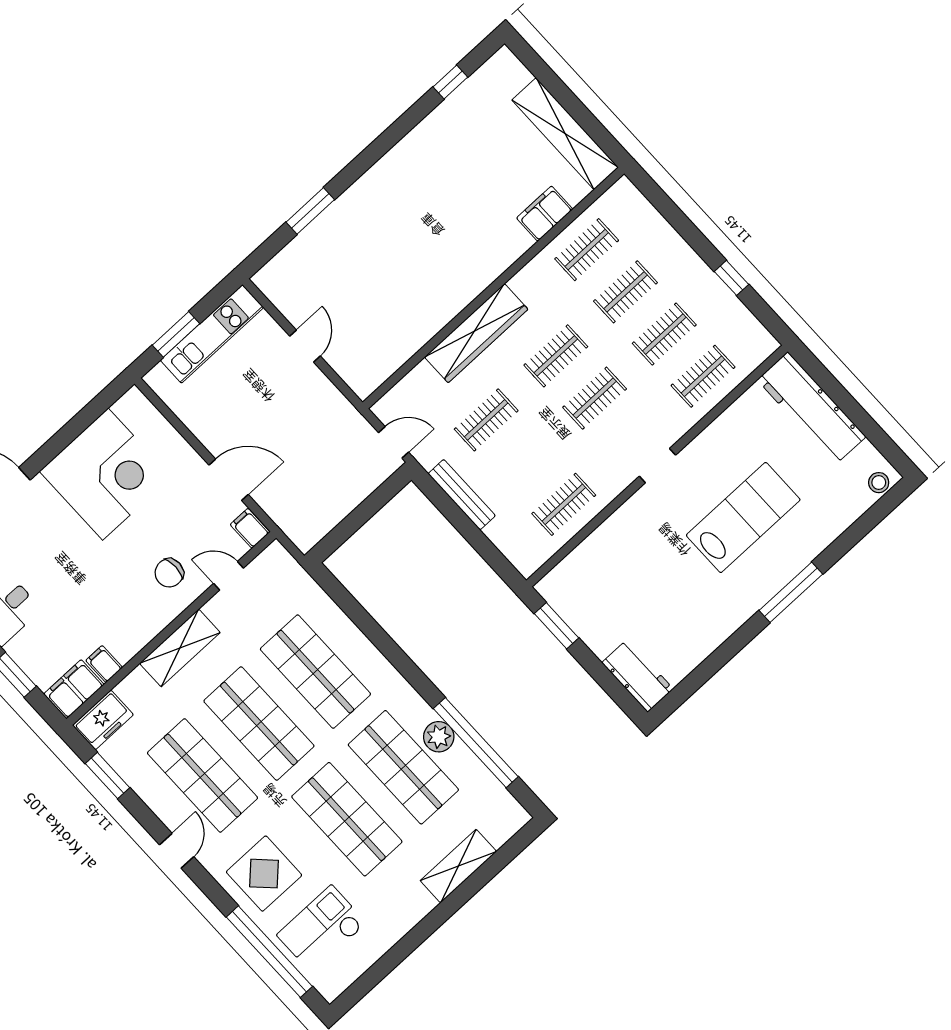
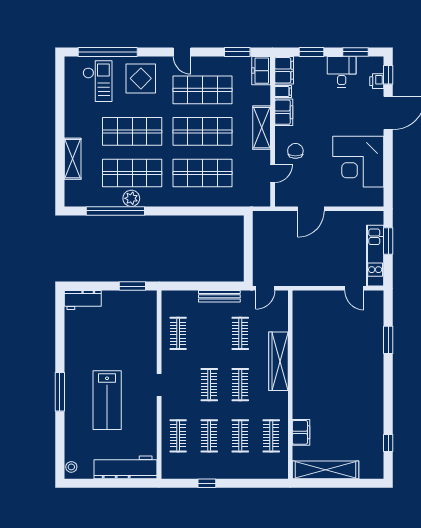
door: (305, 346) -> (354, 288), moved
filing cabinet: (250, 528) -> (284, 112), moved, width x2.00

